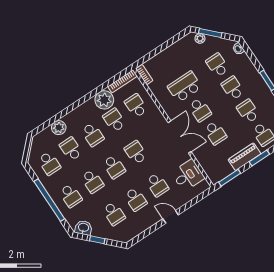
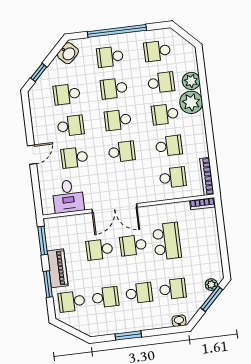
plant: (104, 100) -> (191, 102), moved
school desk: (136, 199) -> (71, 126), turned 180
window: (97, 240) -> (39, 73), moved

